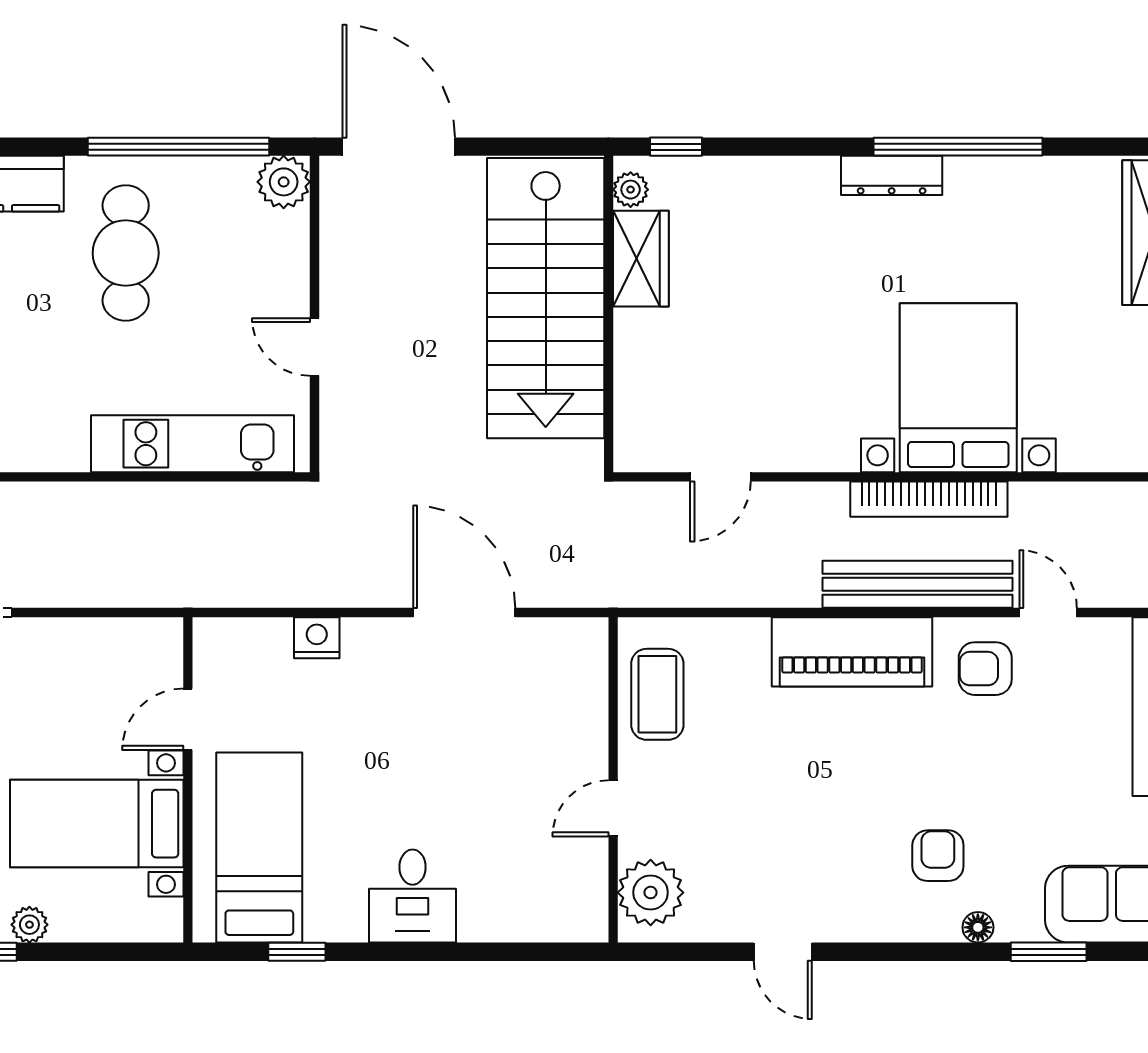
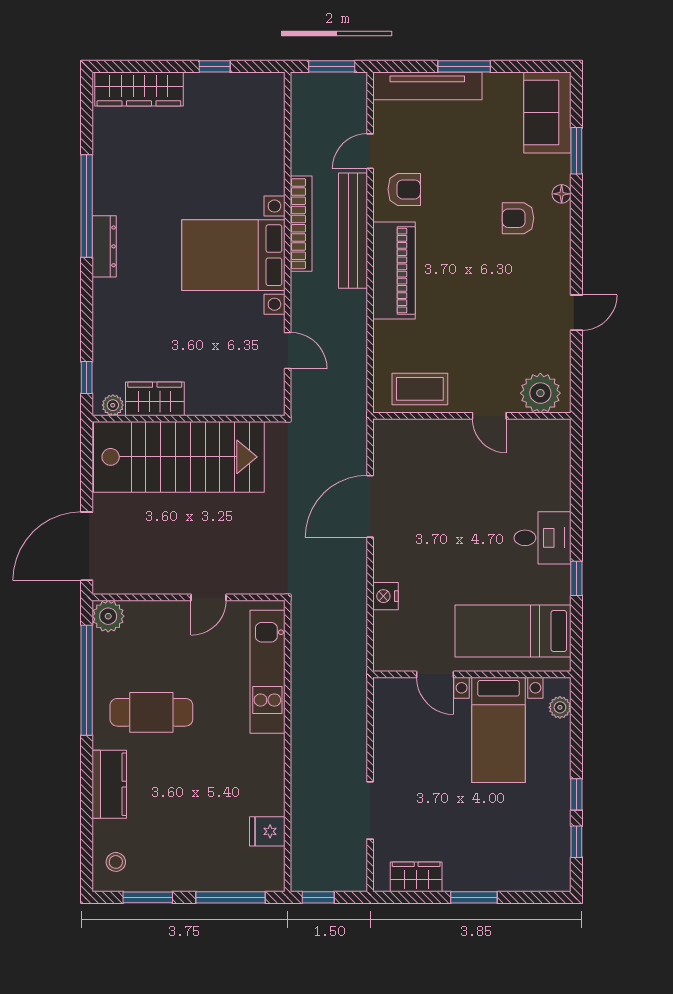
bed with nightstands: (958, 388) -> (233, 255), moved
armchair: (985, 669) -> (404, 189), turned -90
plant: (29, 925) -> (560, 707), moved
window: (297, 952) -> (576, 578), moved

